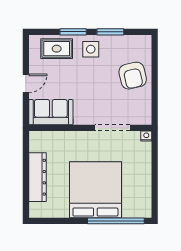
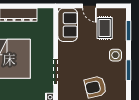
window: (73, 32) -> (128, 31), moved
rug: (57, 49) -> (105, 28), moved

